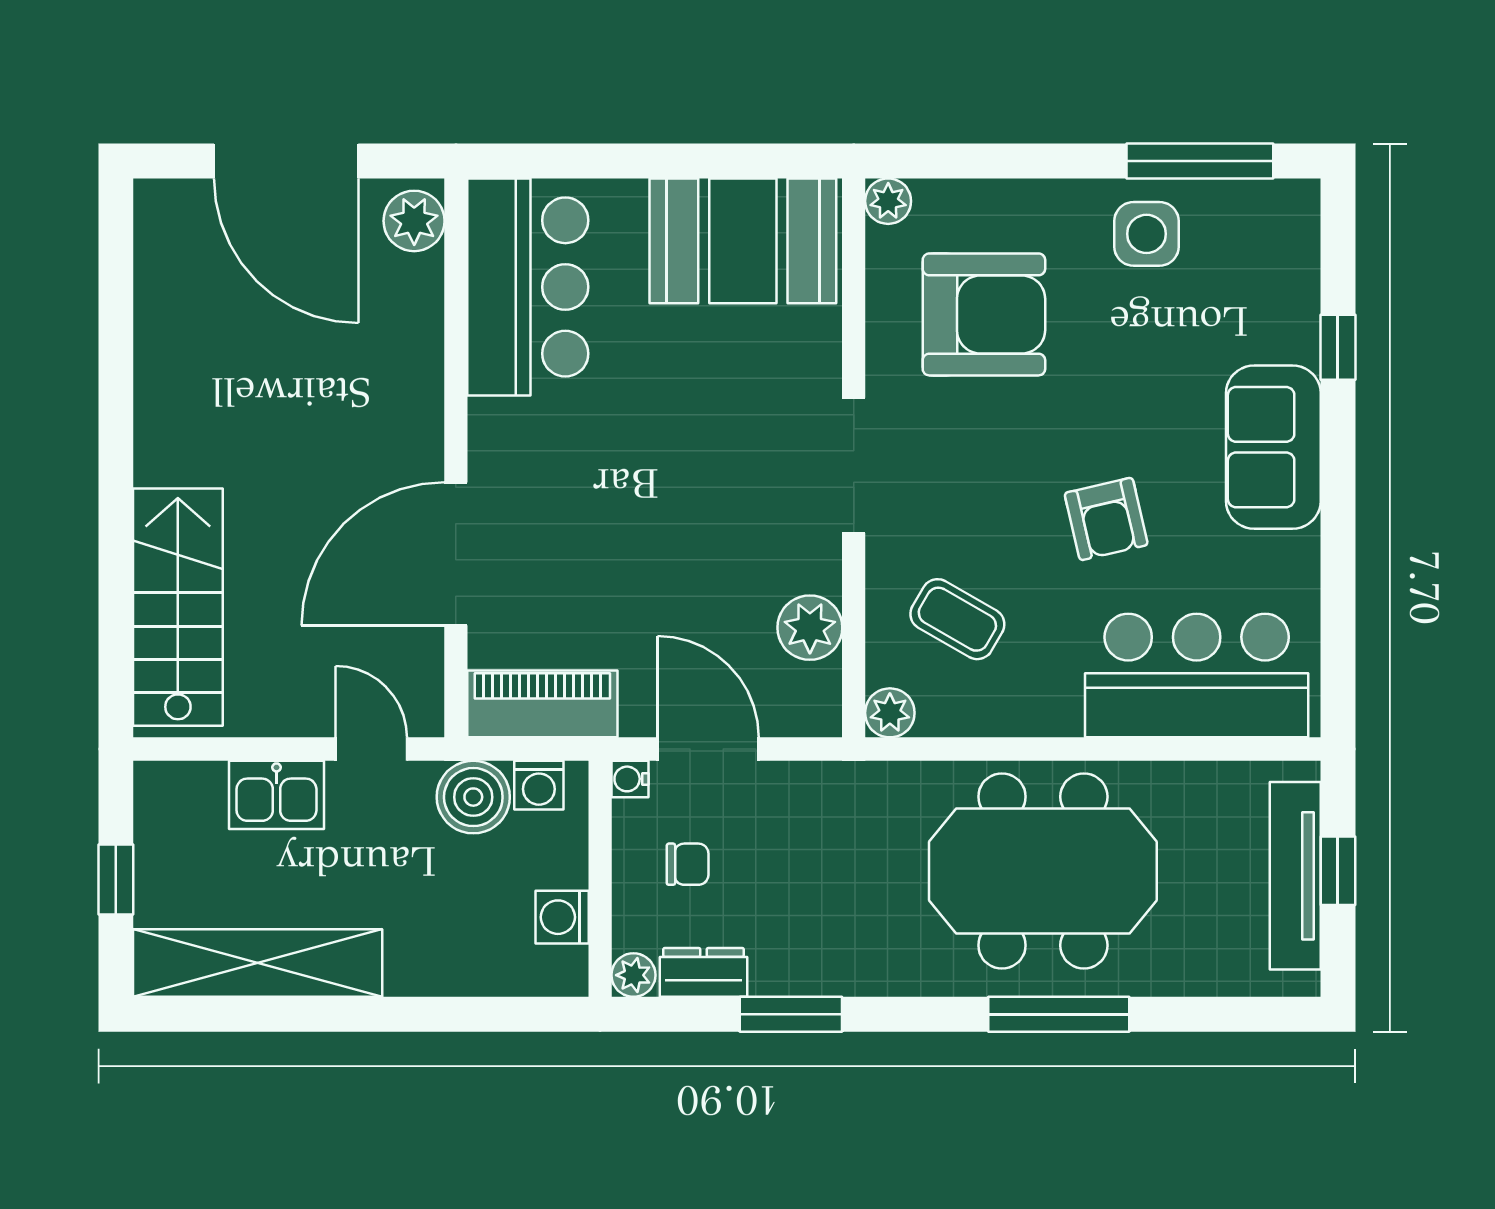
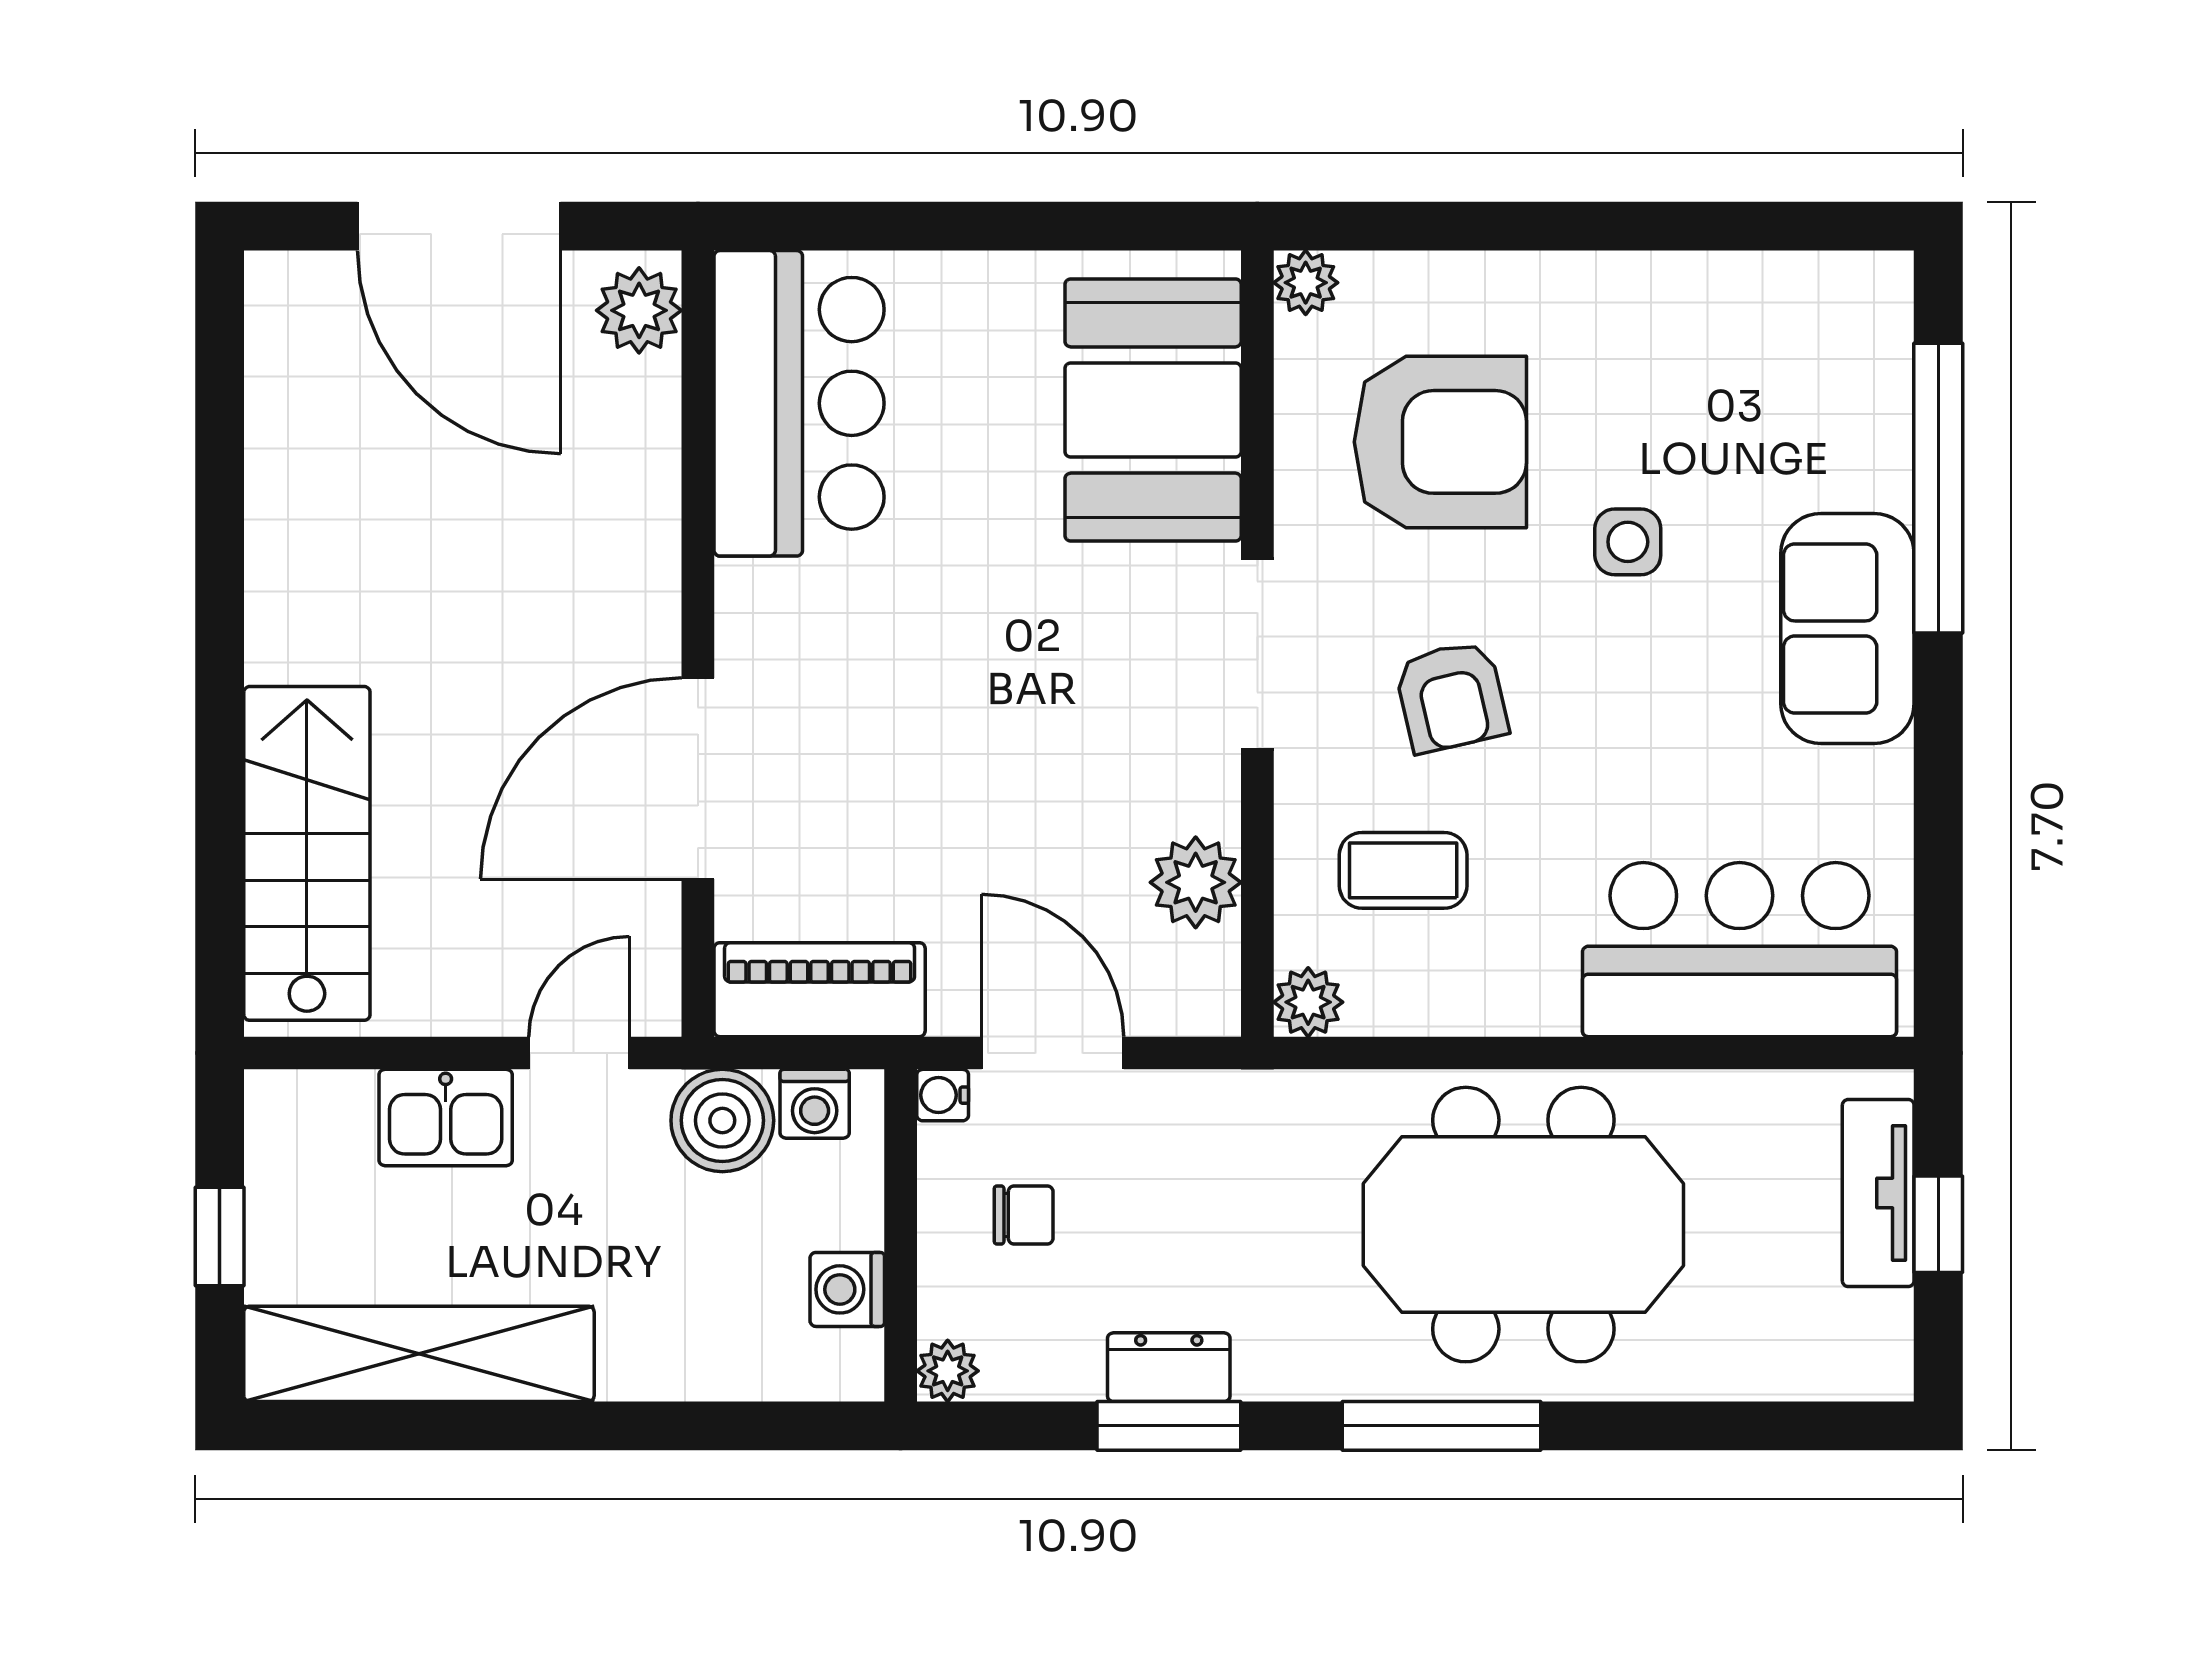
window: (1200, 161) -> (1744, 226), removed
side table: (1147, 234) -> (1628, 542), moved, width x0.73, depth x0.73
booth: (743, 241) -> (1153, 410), moved, turned 90
window: (1338, 347) -> (1938, 488), width x3.17
armchair: (1106, 519) -> (1451, 697), moved
coffee table: (957, 619) -> (1403, 870), turned -30
door: (371, 749) -> (579, 1053), hinge flipped
tv unit: (1295, 876) -> (1878, 1193), width x0.71
dresser: (703, 972) -> (1169, 1367), moved
window: (1059, 1014) -> (1442, 1426), moved

